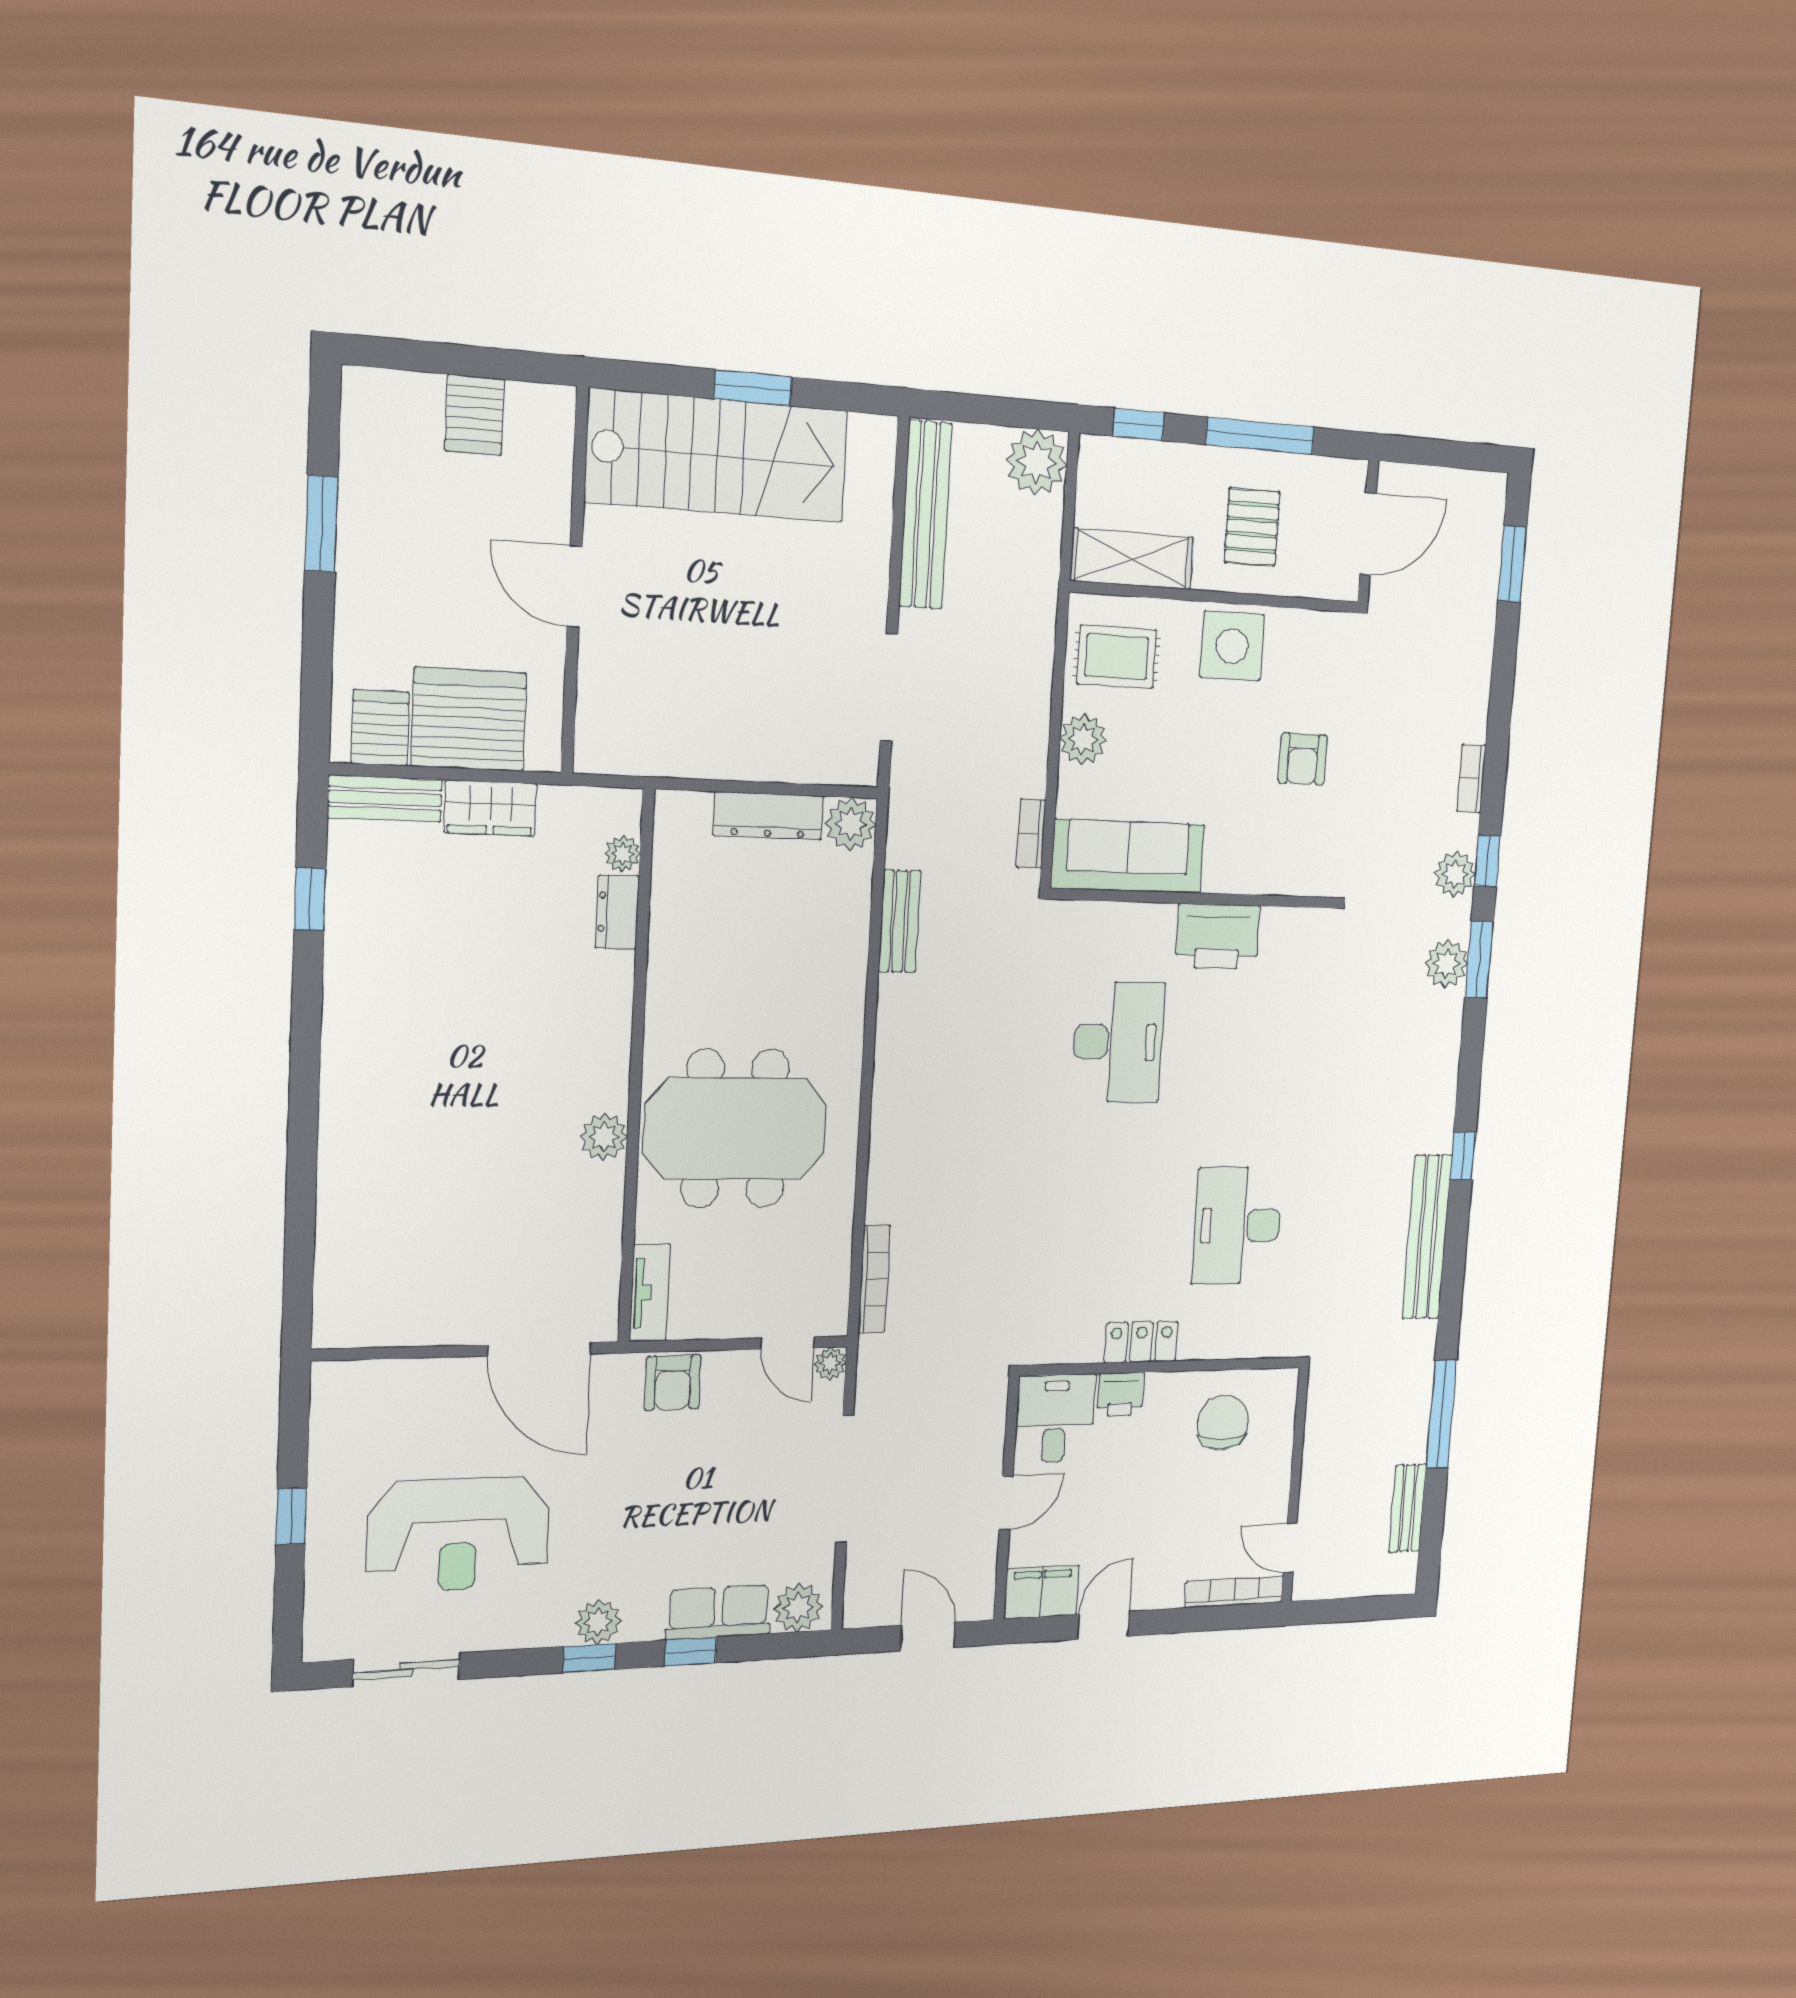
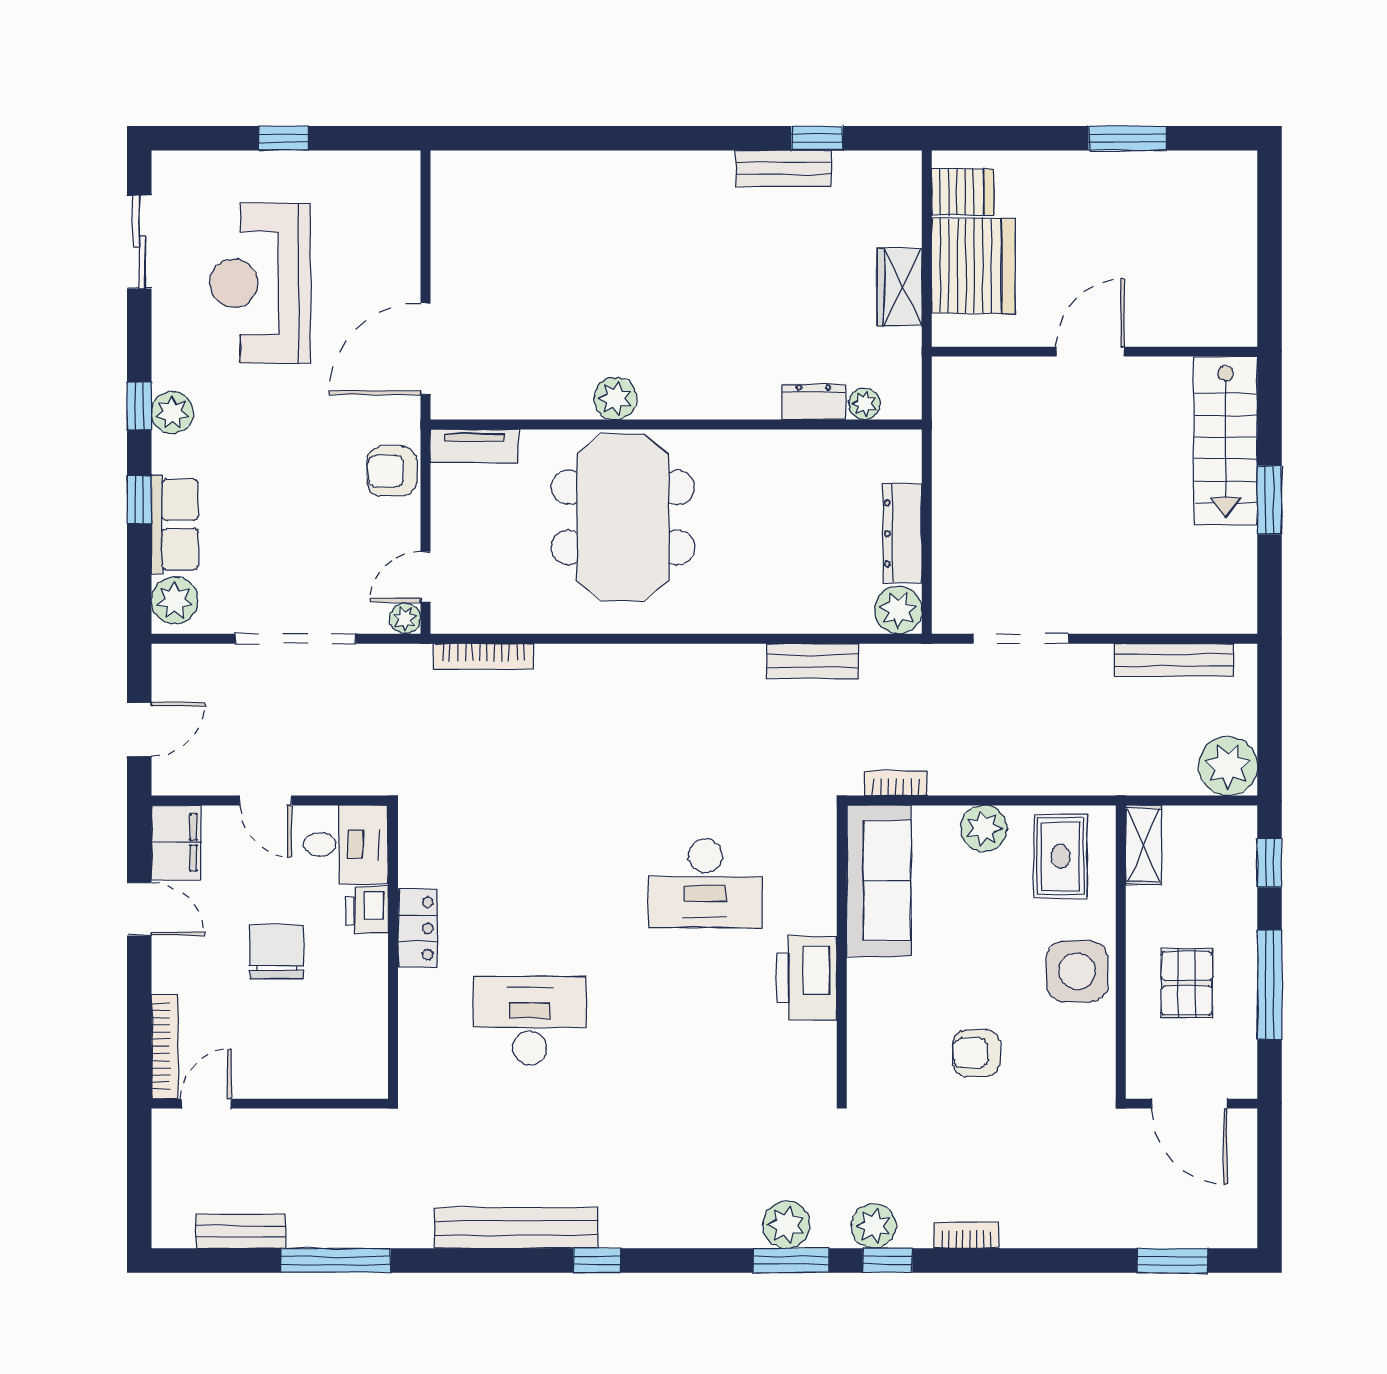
server rack: (475, 415) -> (1226, 261), removed
stairs: (717, 456) -> (1226, 441), width x0.73, depth x0.66
bench: (925, 515) -> (1174, 660), width x0.73, depth x0.82
pallet: (1252, 527) -> (1187, 983), turned 90
shelving: (1132, 559) -> (1144, 845), width x0.67, depth x0.75
bench: (385, 798) -> (783, 168), moved, turned 90
chair: (1223, 1423) -> (277, 952), moved, turned -90

